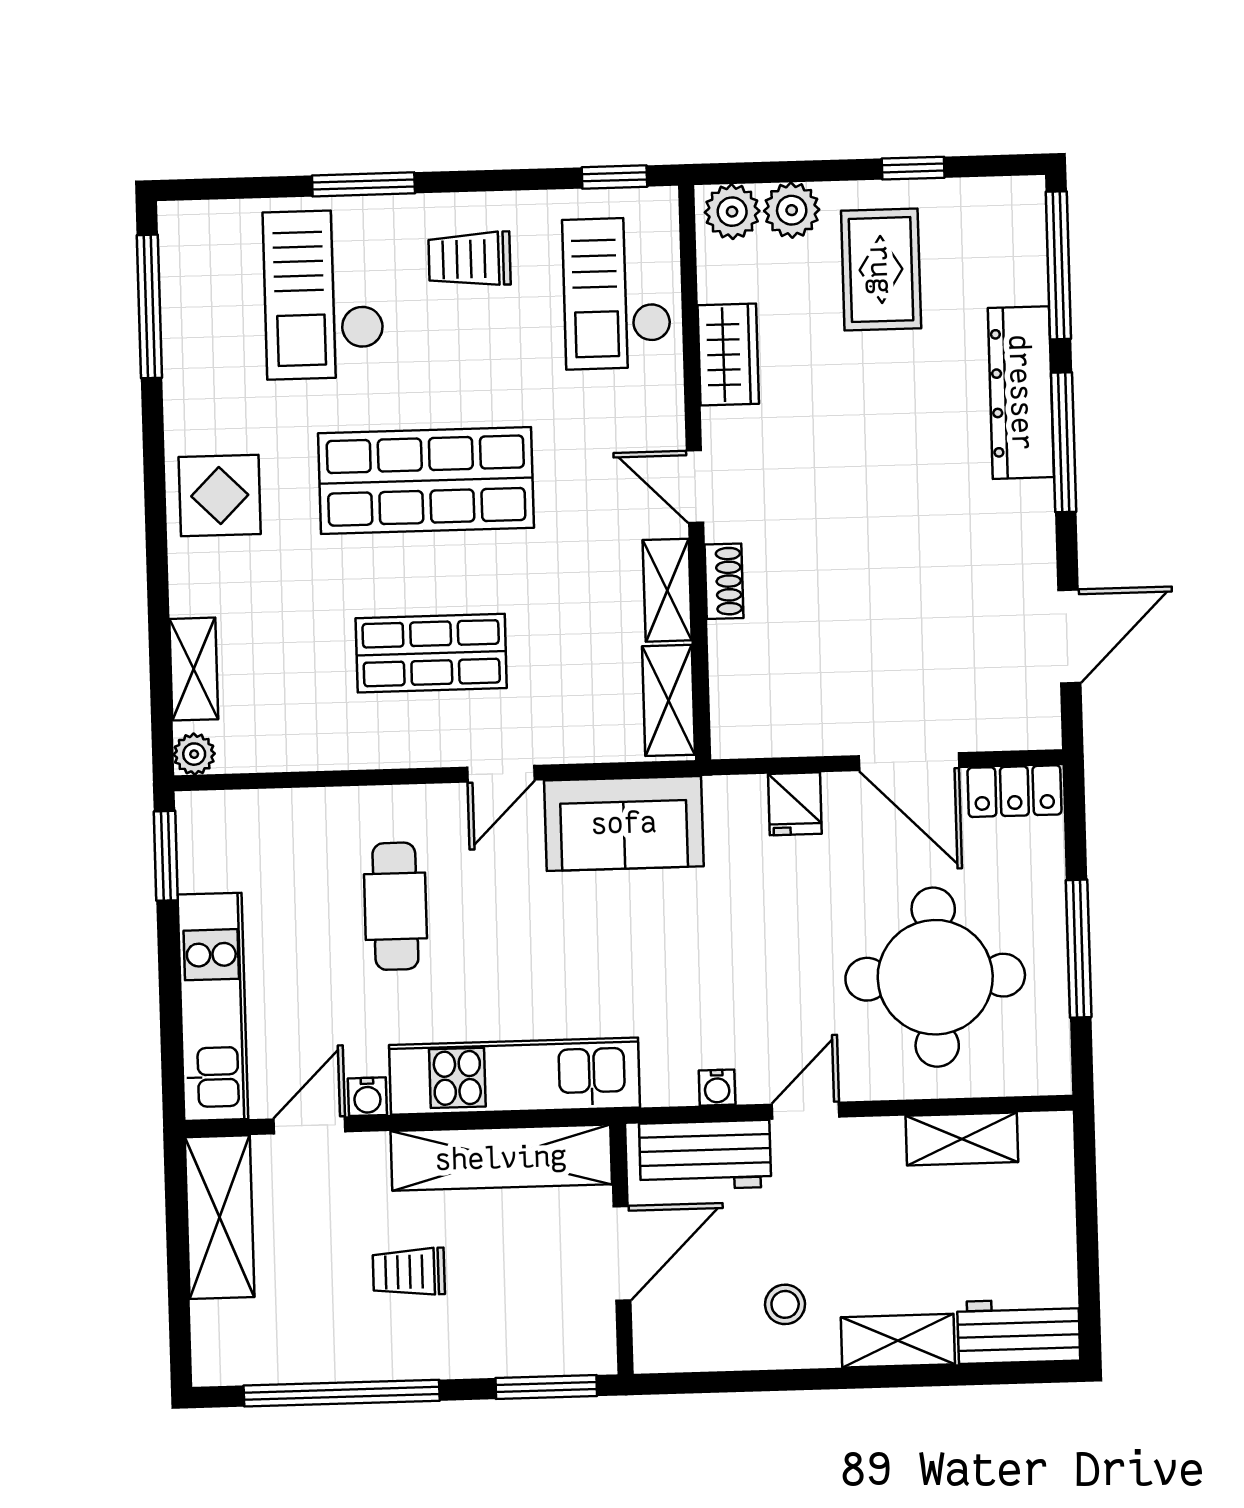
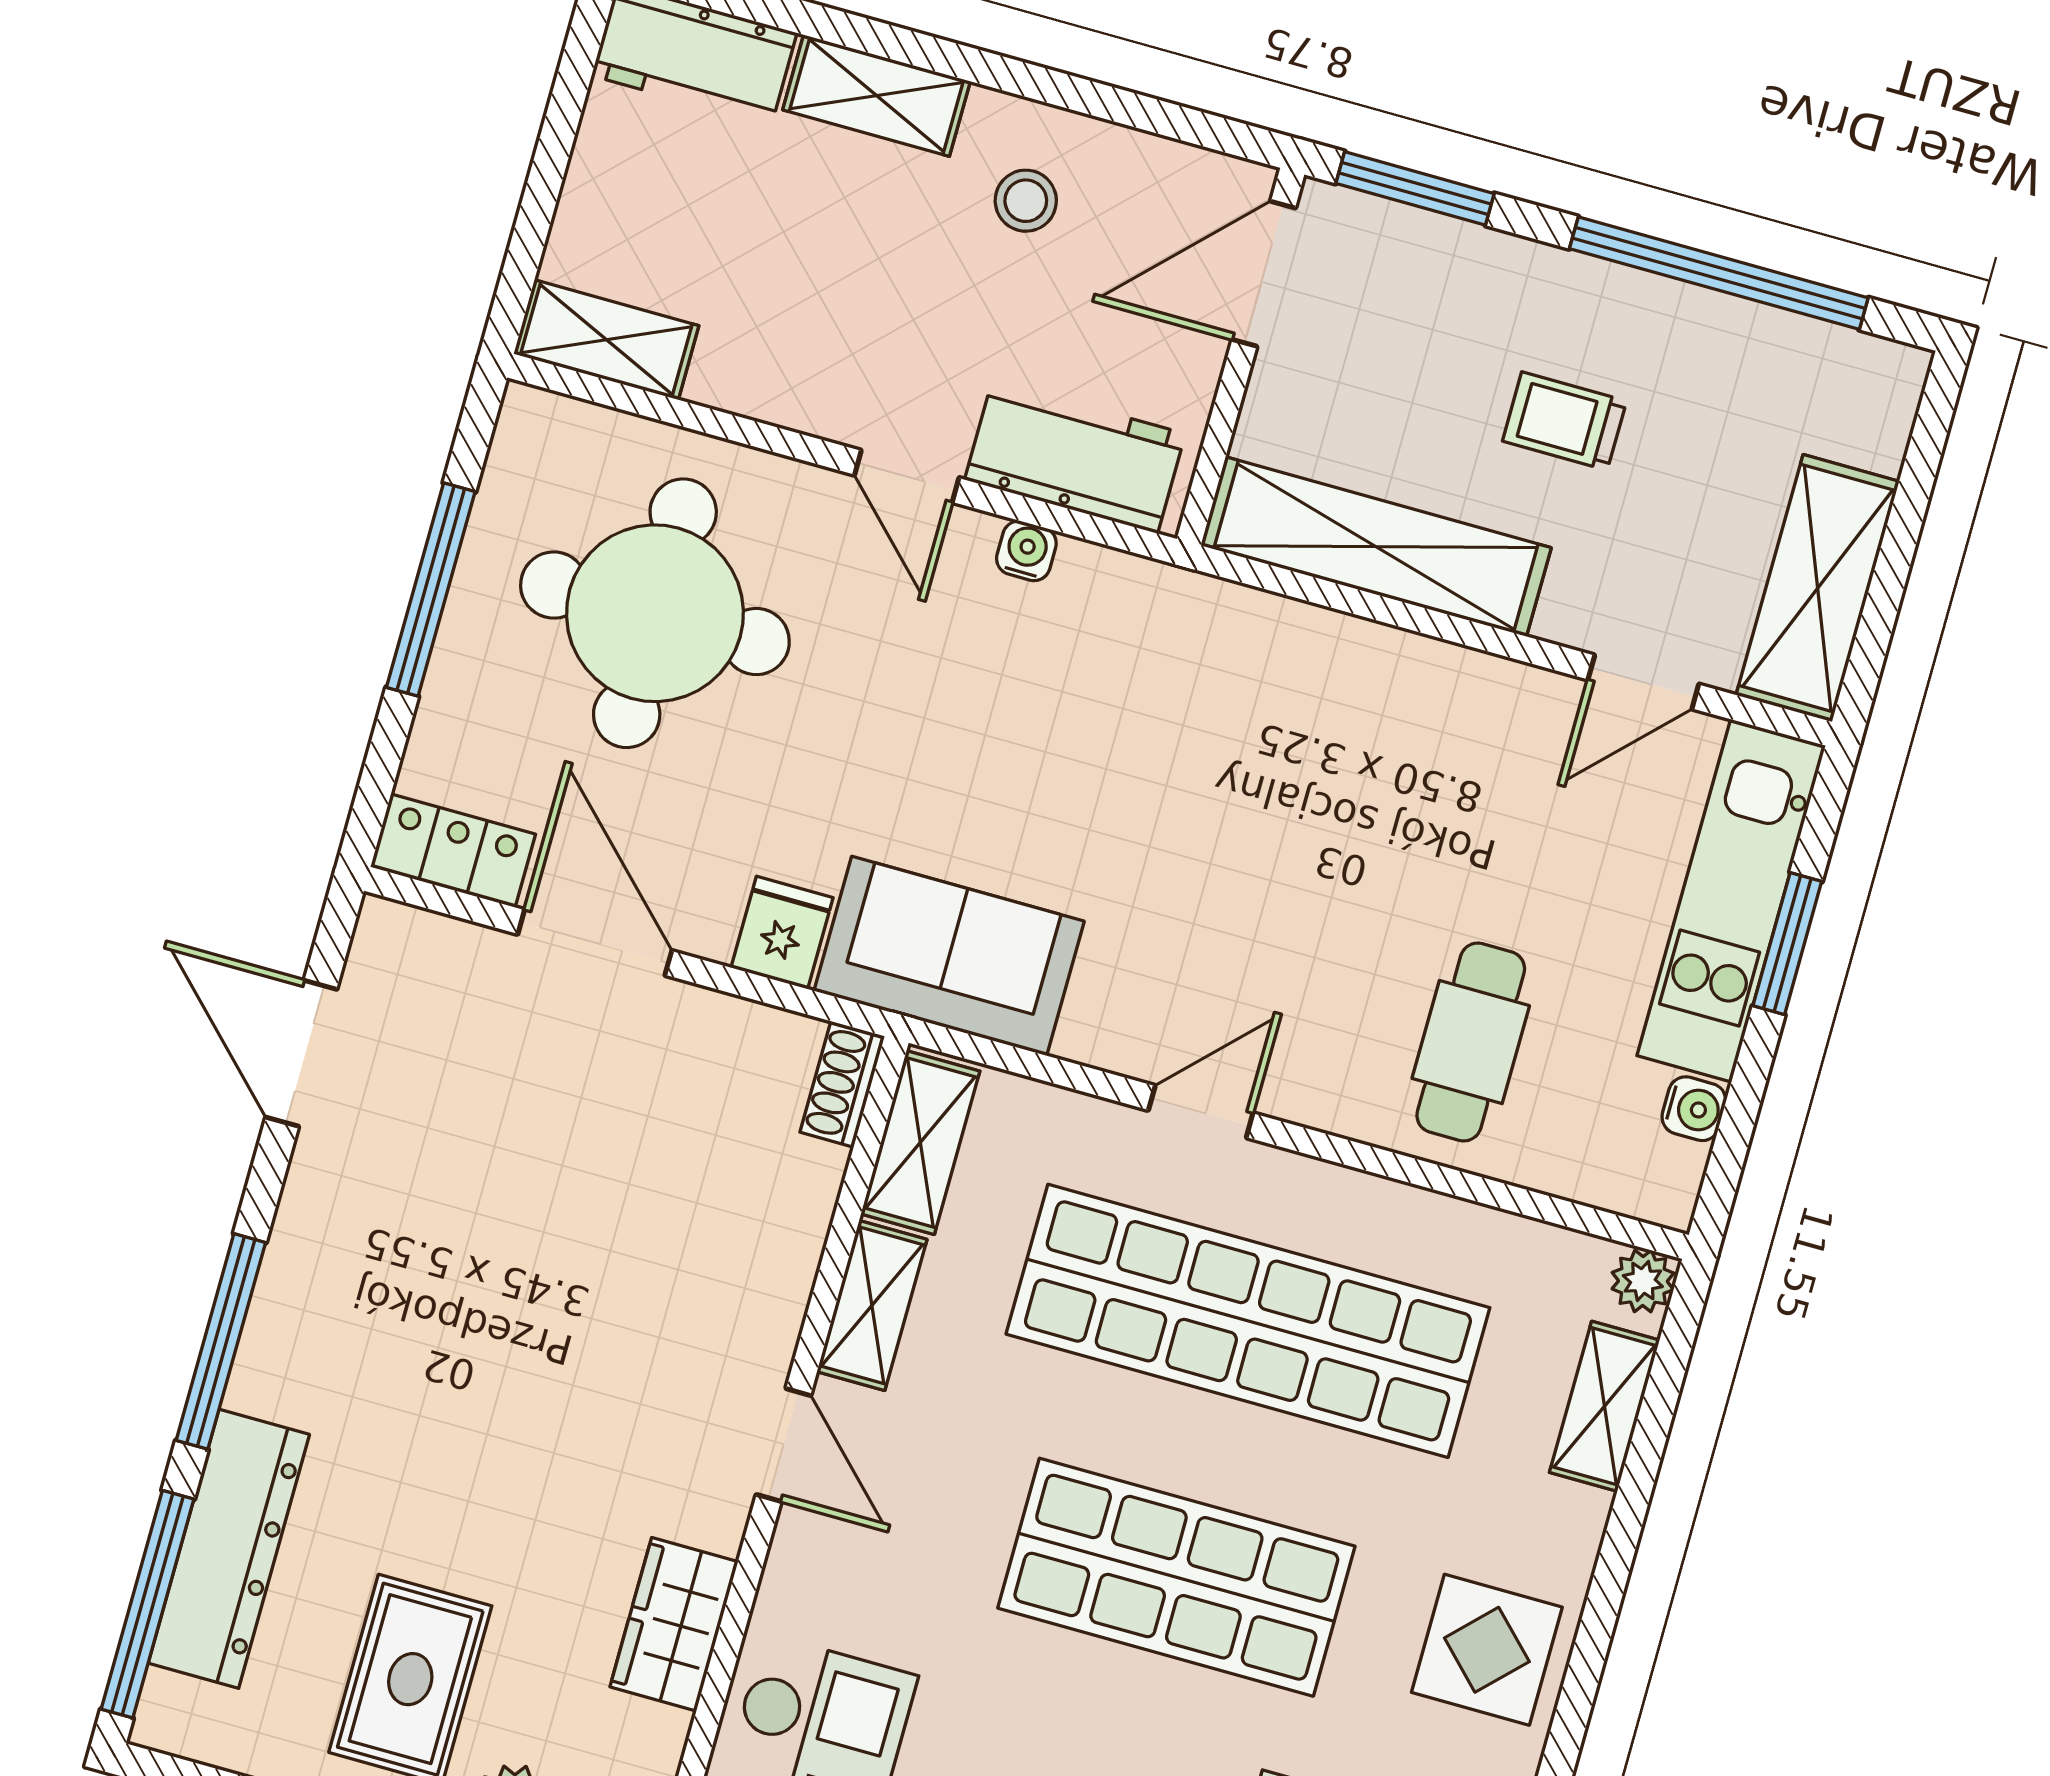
dresser: (1021, 393) -> (229, 1549), moved
shoe rack: (724, 581) -> (842, 1084), moved
door: (1069, 636) -> (301, 1053), hinge flipped
shop shelf: (431, 653) -> (1248, 1321), width x2.00, depth x1.36
sofa: (624, 823) -> (949, 956), moved
window: (166, 856) -> (1787, 944), moved
cafe table: (395, 906) -> (1471, 1042), moved
kitchen unit: (514, 1076) -> (1319, 660), removed
water cooler: (367, 1097) -> (1694, 1109), moved, turned 90
door: (806, 1111) -> (907, 476), hinge flipped
shelving: (962, 1139) -> (606, 340), moved
door: (622, 1253) -> (1264, 274), moved
trolley: (409, 1272) -> (1565, 421), turned 180

